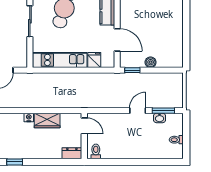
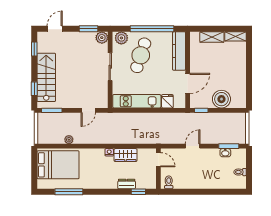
door: (117, 40) -> (188, 83), hinge flipped
boiler: (151, 62) -> (221, 99), width x1.86, depth x1.86
door: (138, 111) -> (193, 146), moved
dresser: (72, 153) -> (127, 184), moved
window: (15, 162) -> (138, 192), moved

